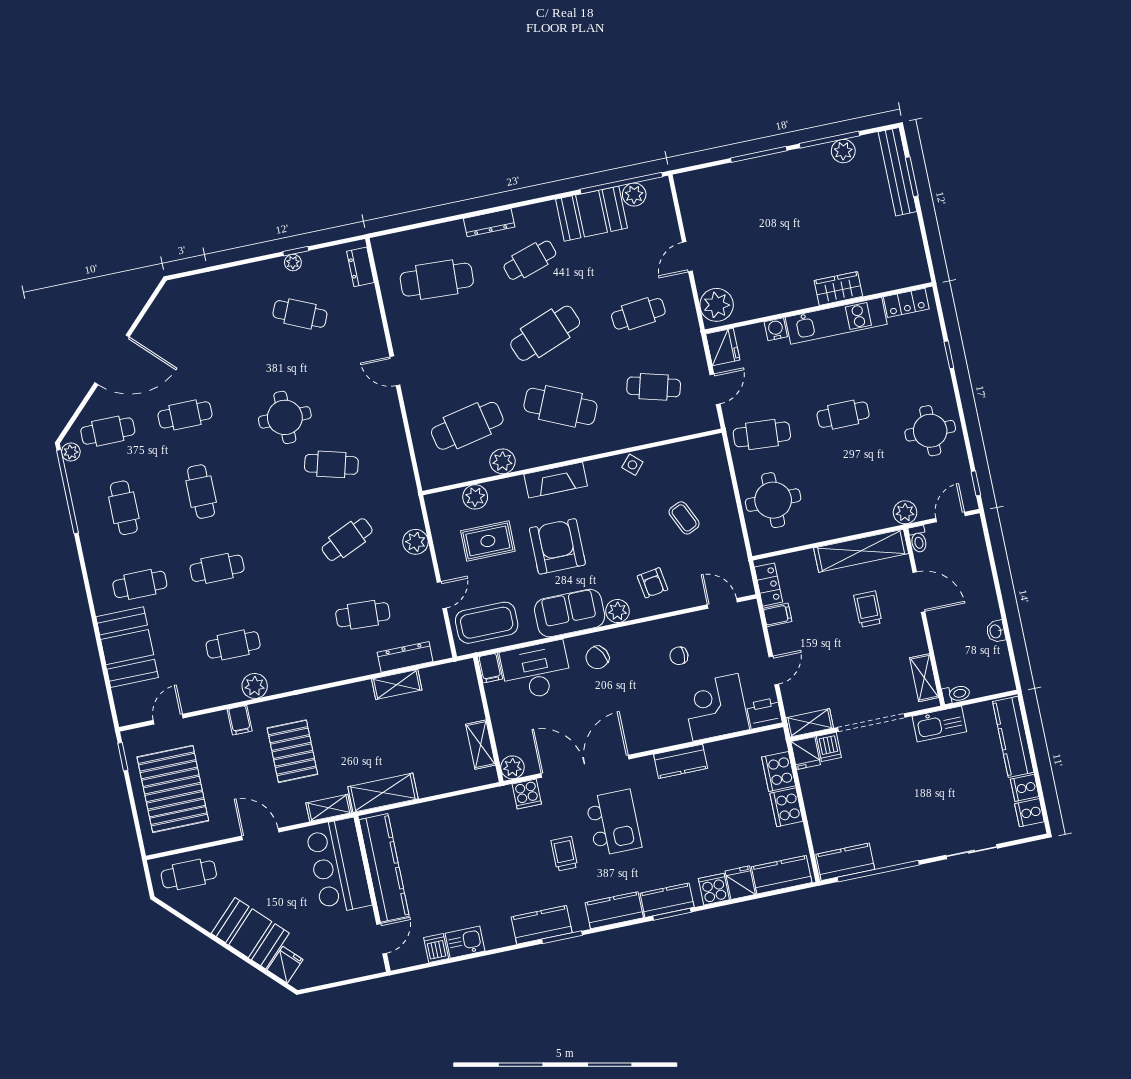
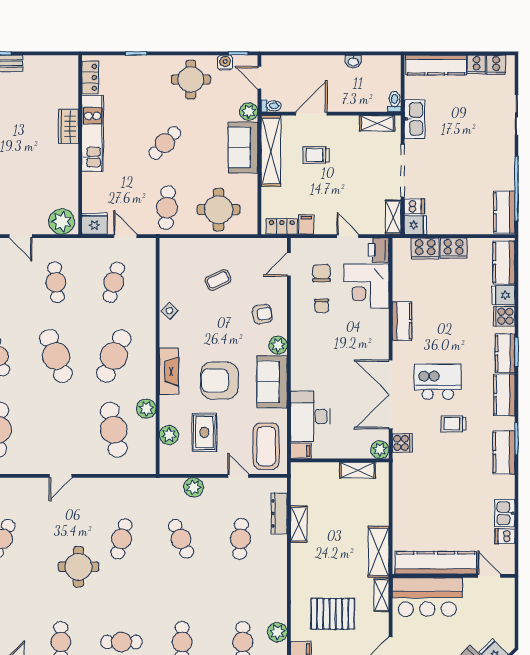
water cooler: (776, 329) -> (225, 63), moved, turned 90
cafe table: (843, 415) -> (165, 143), turned 43
sofa: (858, 515) -> (243, 147), added
chair: (597, 657) -> (321, 273), moved, turned -151

